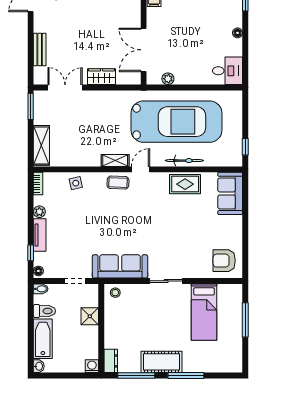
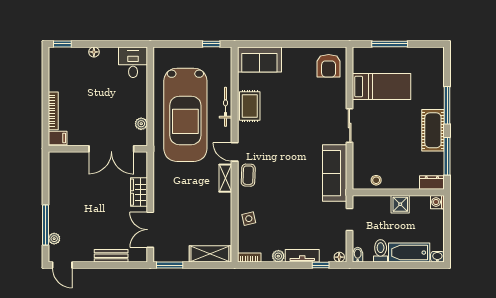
car: (177, 122) -> (185, 115), turned 180
stool: (115, 293) -> (376, 180), moved
shower: (90, 316) -> (400, 204), moved

